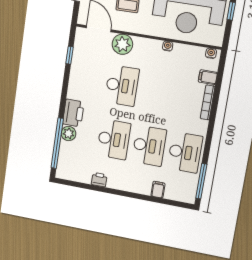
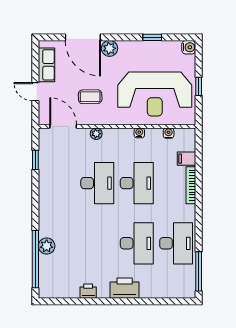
plant: (122, 44) -> (96, 134), width x0.53, depth x0.53
water cooler: (211, 53) -> (169, 133), moved
printer: (73, 113) -> (125, 288), moved, turned -90
desk: (114, 139) -> (137, 183), moved
filing cabinet: (158, 190) -> (154, 290), removed

